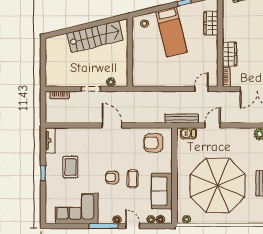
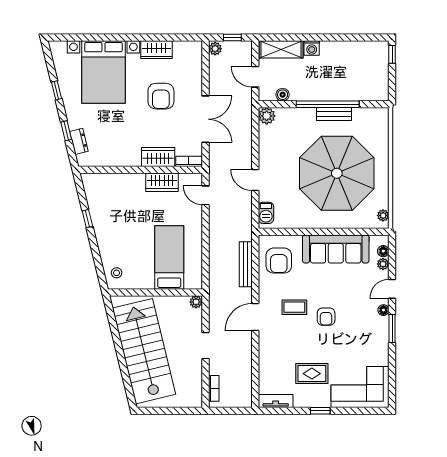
wardrobe: (211, 23) -> (162, 182), moved
bed: (171, 32) -> (169, 258), moved, turned -76
stairs: (95, 37) -> (144, 351), width x1.36, depth x1.51
plant: (111, 82) -> (196, 302), moved
bench: (182, 119) -> (246, 264), moved
coffee table: (133, 179) -> (294, 307), moved
sofa: (162, 191) -> (336, 249), width x1.36
corner sofa: (77, 209) -> (360, 387), moved, turned 90
window: (103, 226) -> (392, 328), width x0.69

